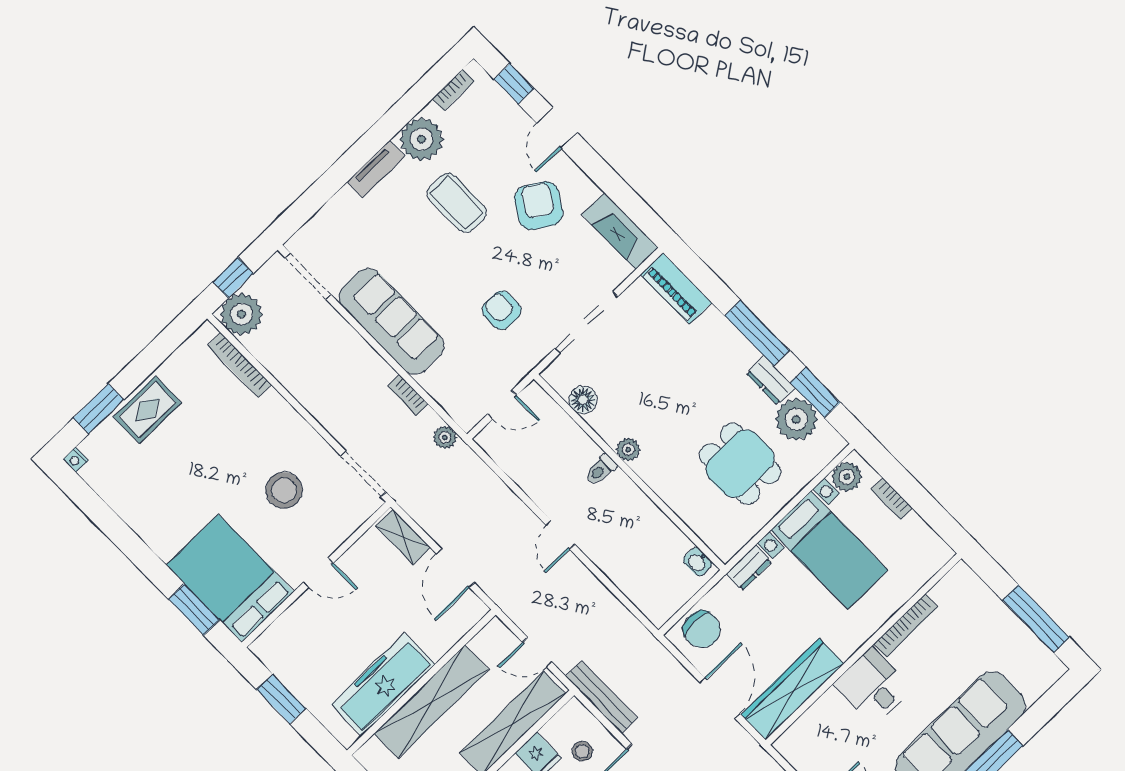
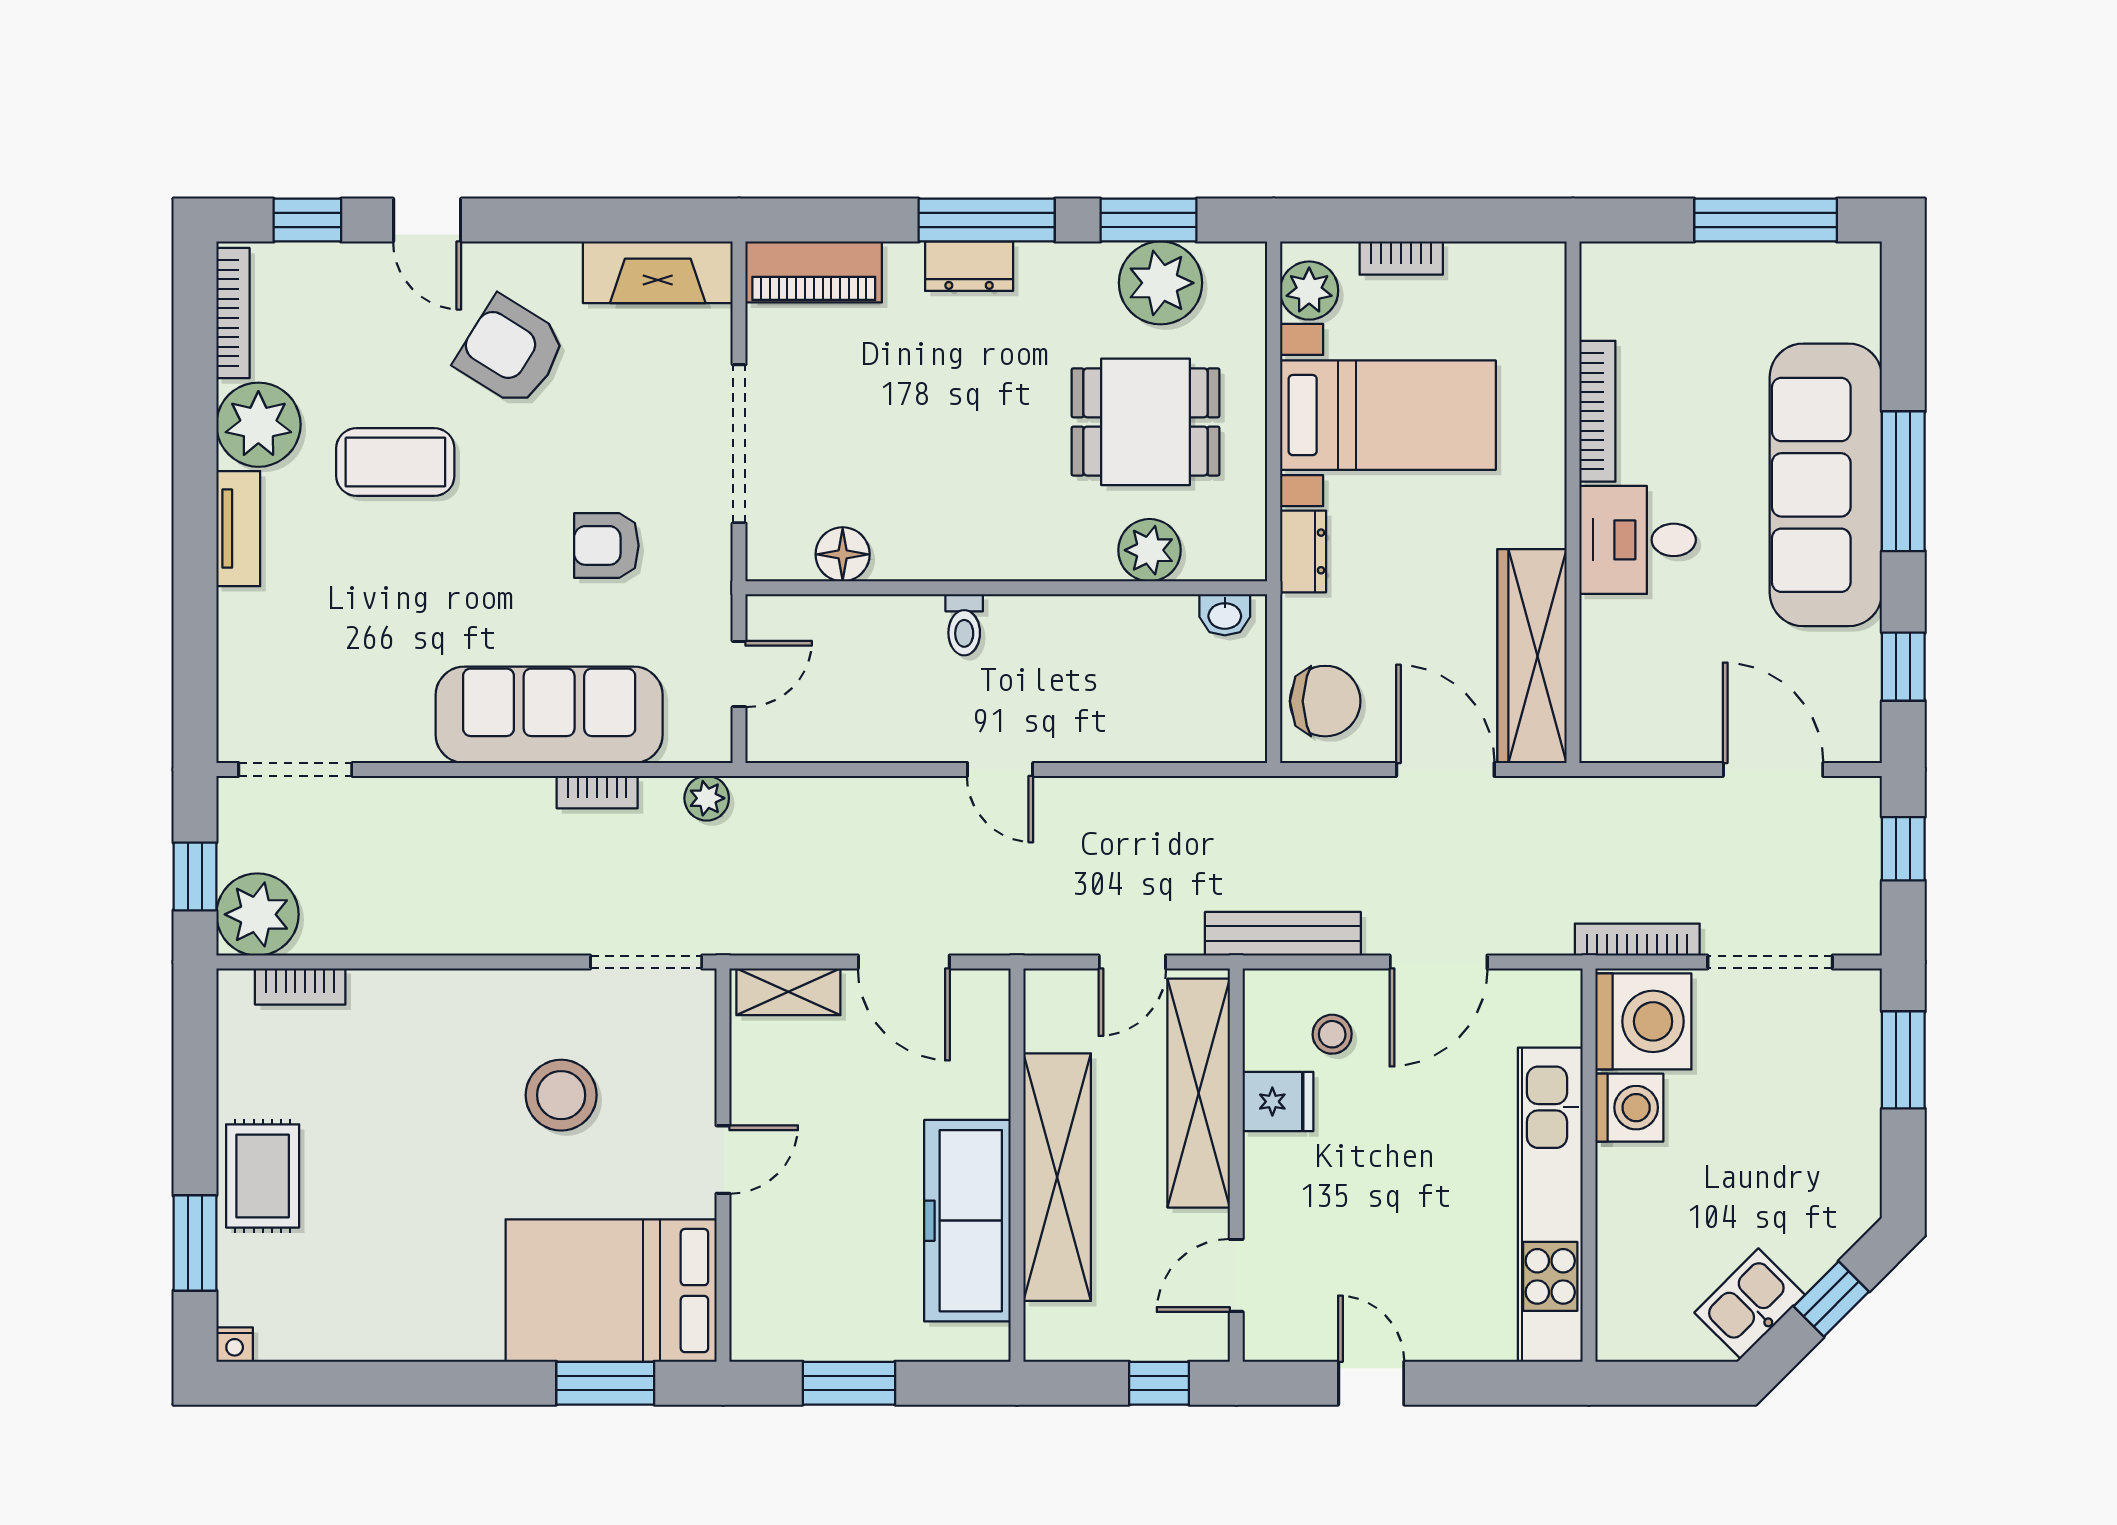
bookcase: (453, 90) -> (233, 313), width x1.56
sofa: (391, 321) -> (549, 715), moved
bookcase: (239, 365) -> (300, 986), width x0.64
dresser: (770, 380) -> (969, 266), moved
plant: (628, 449) -> (1149, 550), moved, width x1.38, depth x1.38

